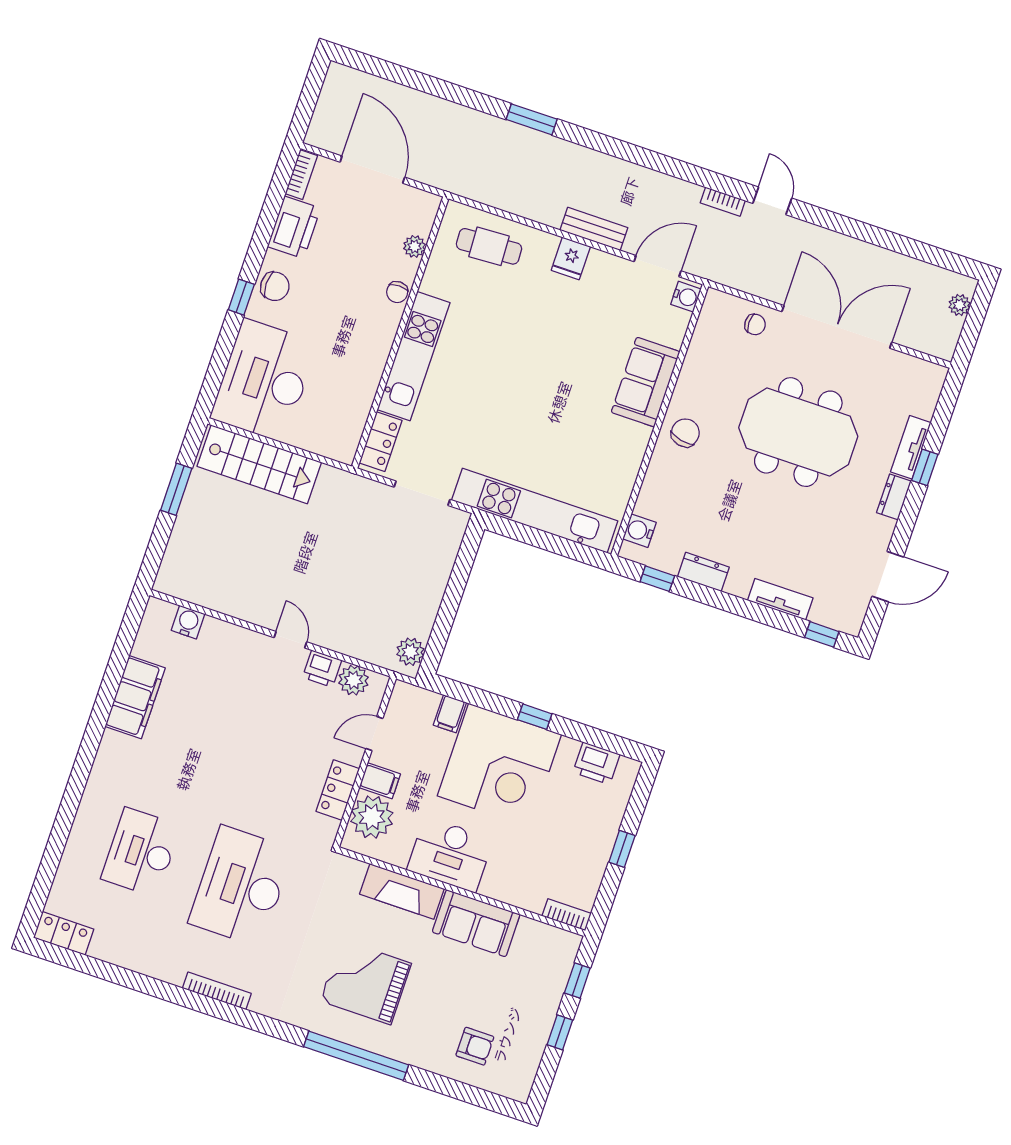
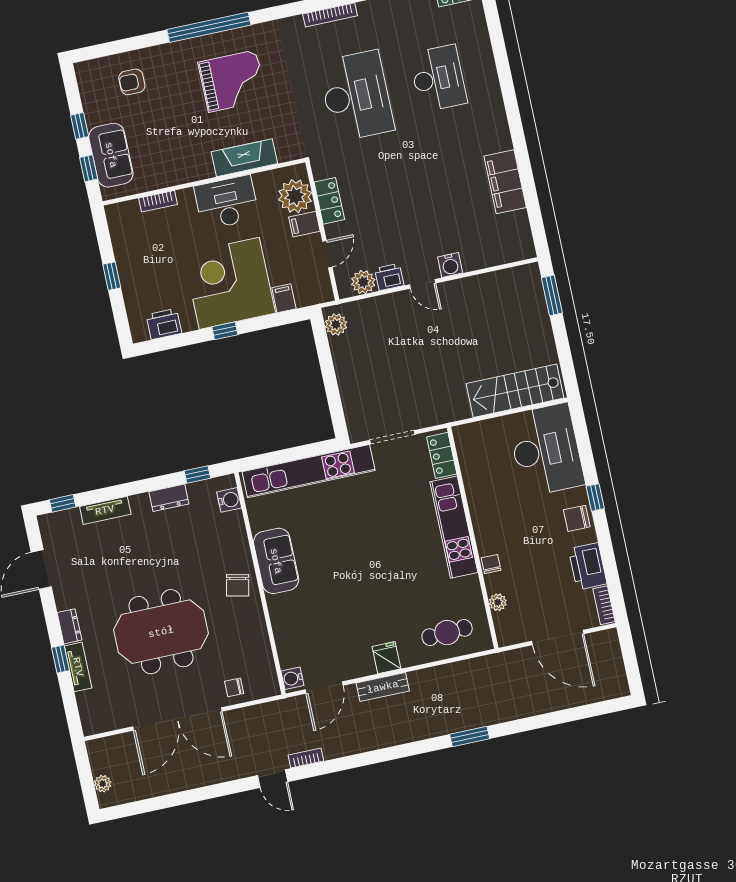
sofa: (646, 382) -> (276, 561), moved
window: (176, 489) -> (552, 295), moved
water cooler: (188, 622) -> (450, 265), moved
bookcase: (567, 915) -> (158, 201), moved
sofa: (476, 923) -> (111, 155), moved, turned 90

